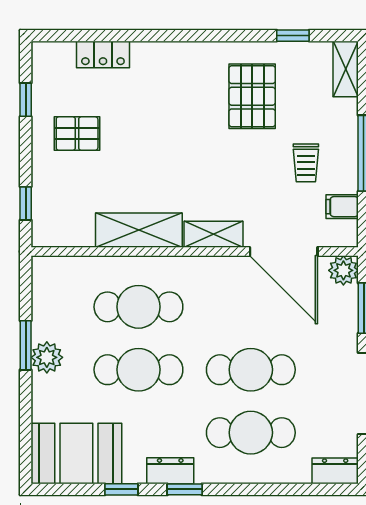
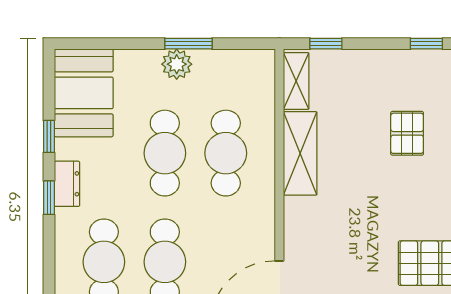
pallet: (77, 134) -> (407, 133), moved
shelving: (214, 234) -> (296, 81), moved

